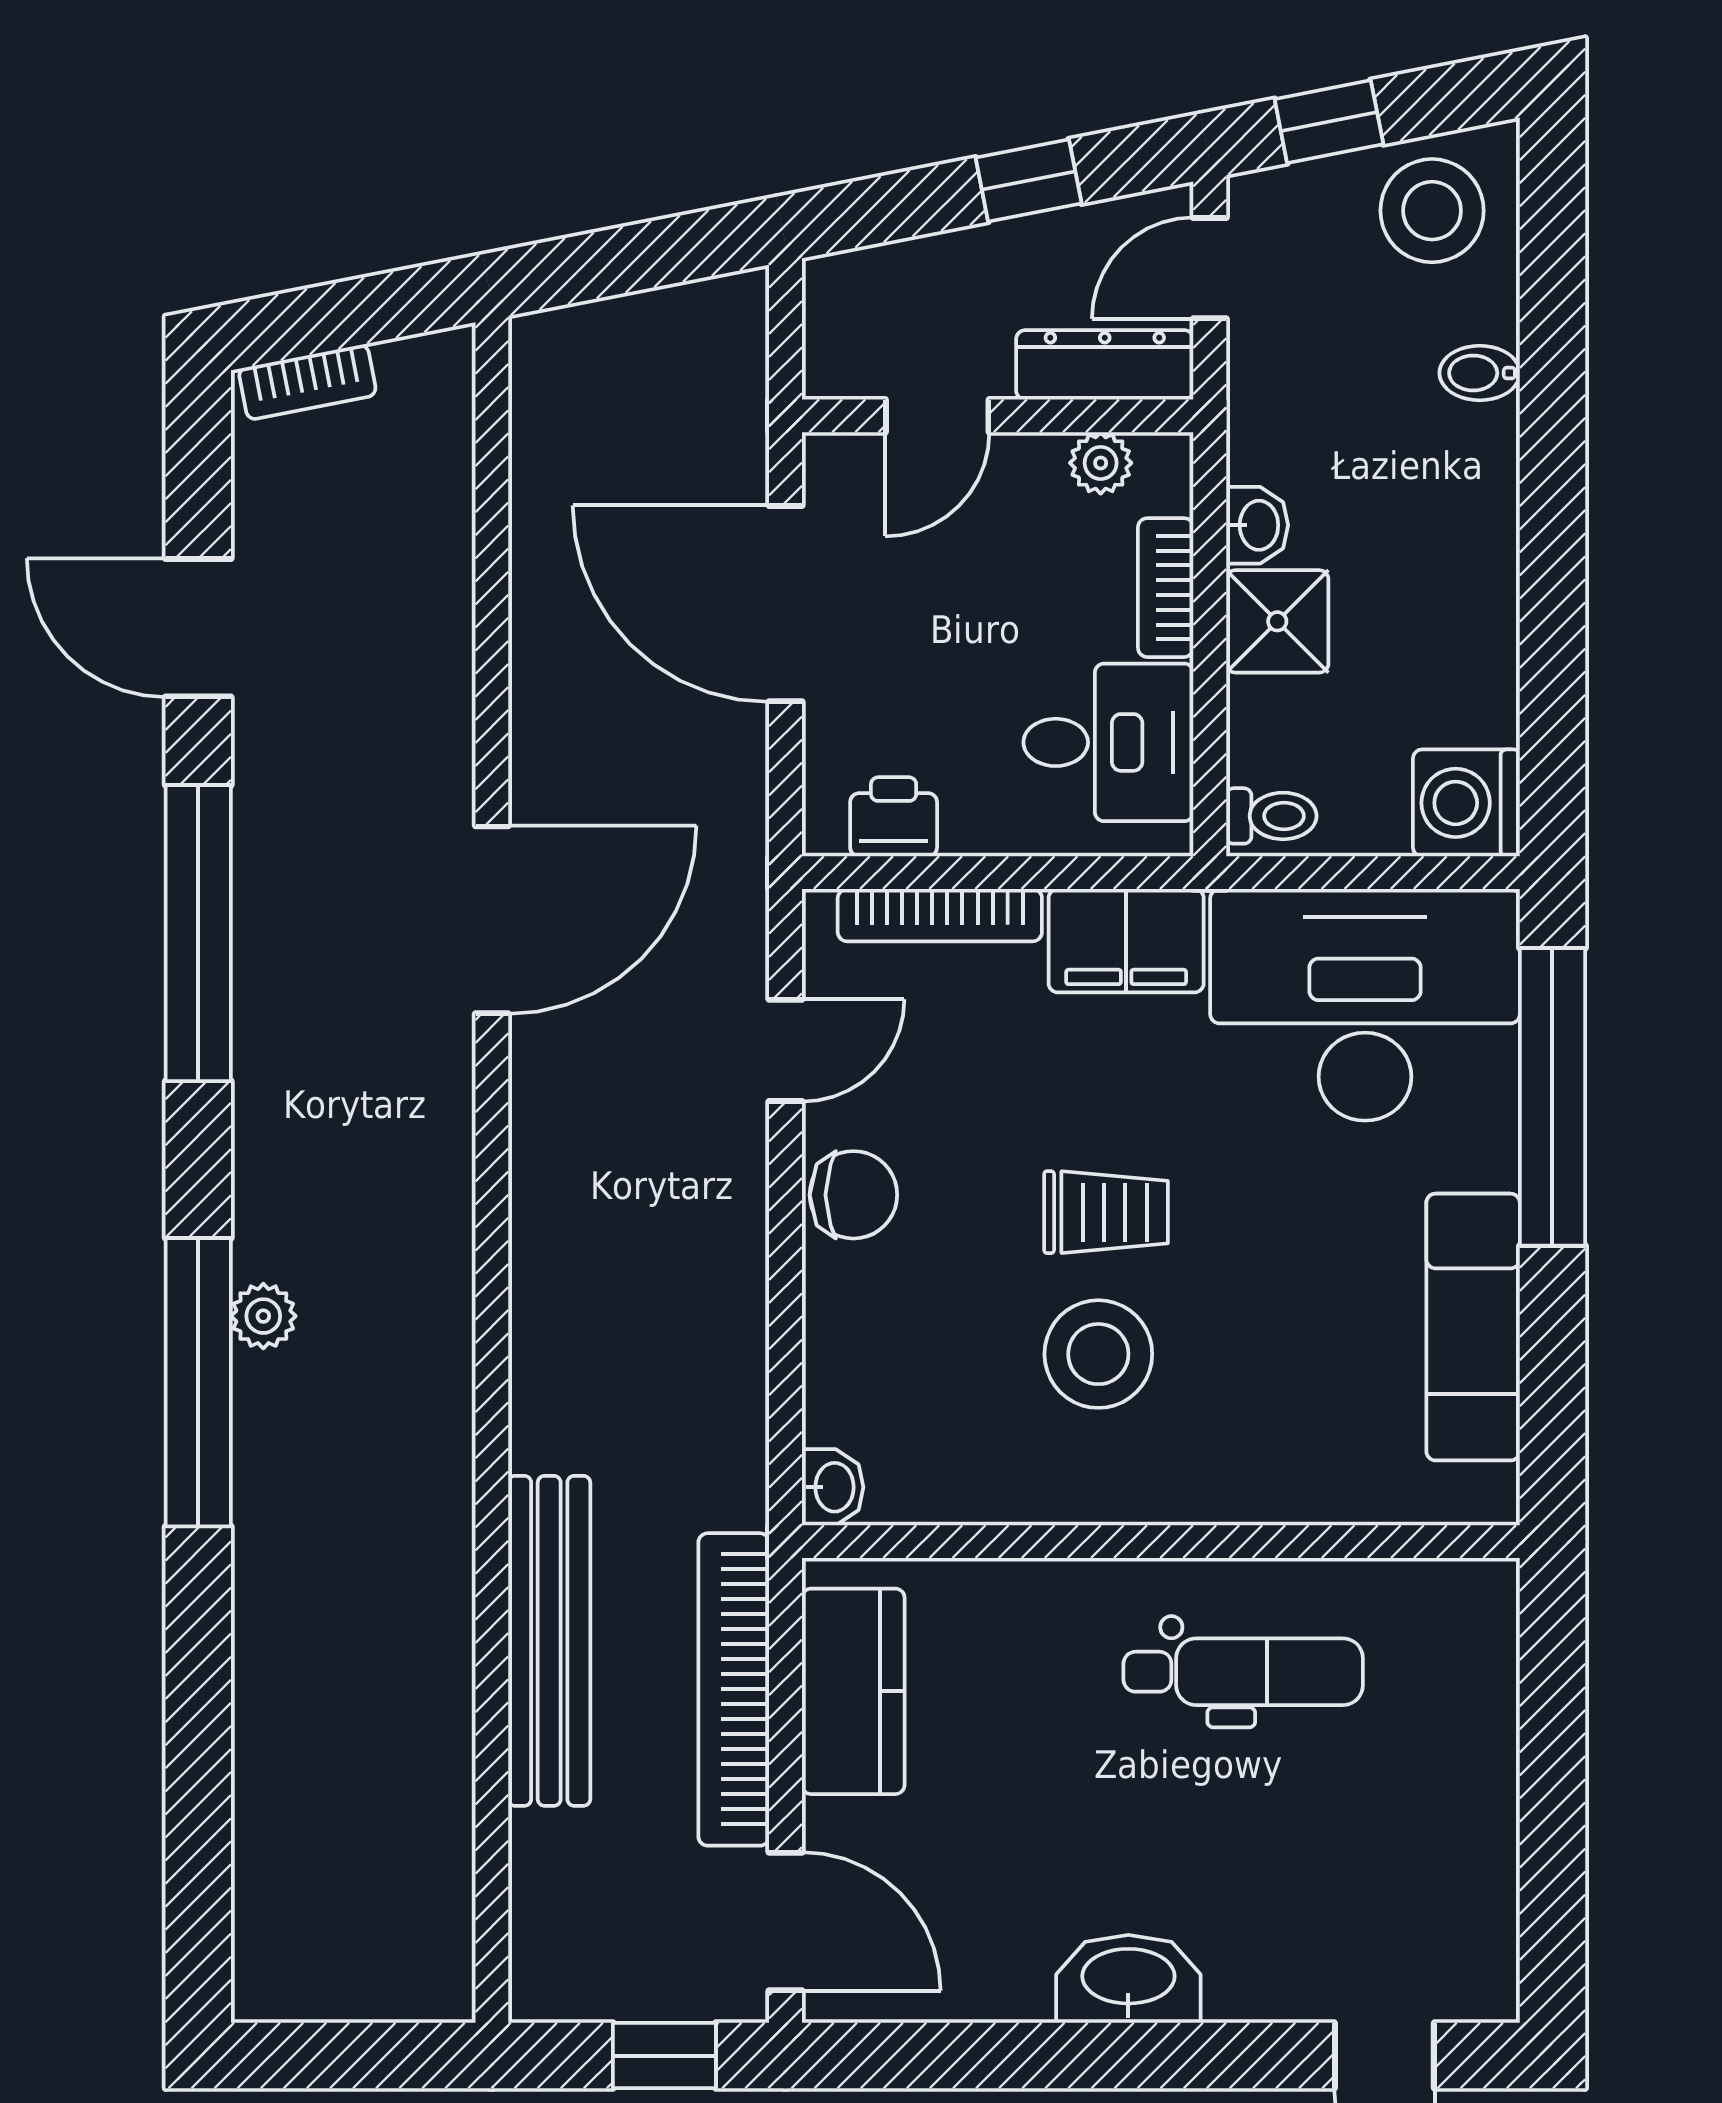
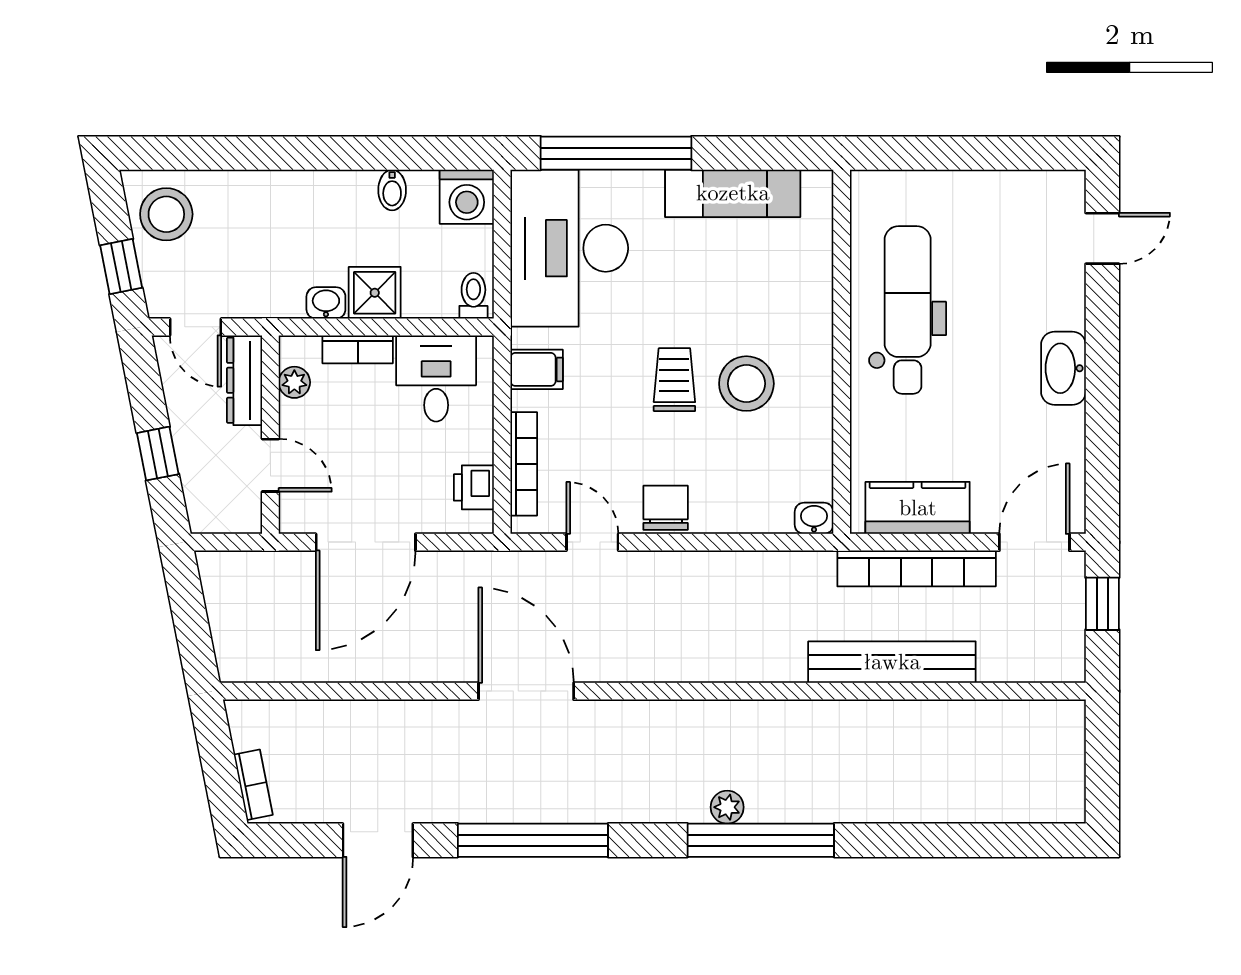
window: (1029, 181) -> (158, 454), moved
bidet: (1480, 373) -> (392, 190), moved
filing cabinet: (1126, 941) -> (537, 369), width x0.50
dental chair: (1243, 1672) -> (908, 310), width x1.36, depth x1.38

